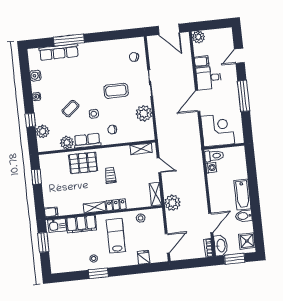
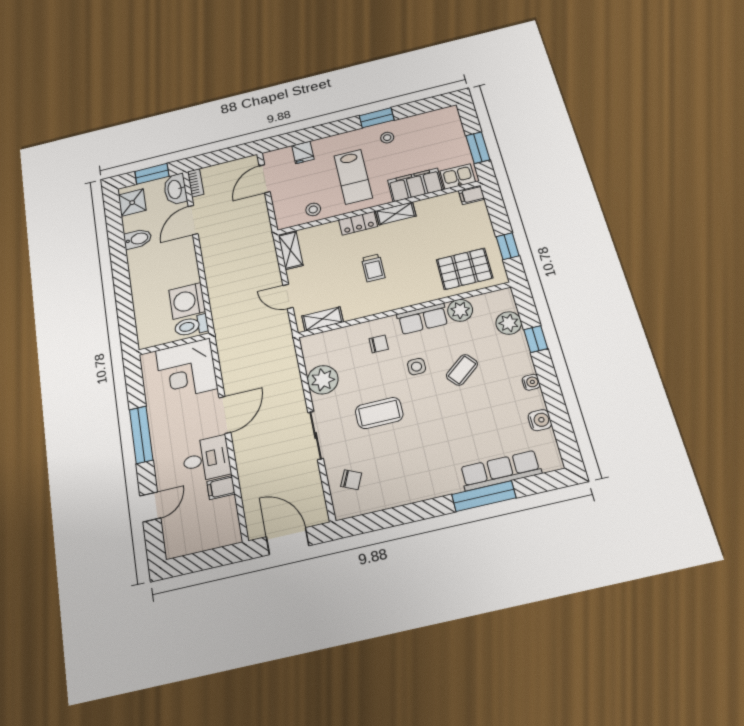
plant: (198, 37) -> (229, 533), removed
pallet: (83, 163) -> (465, 269), moved
washing machine: (211, 168) -> (187, 301), width x1.89, depth x1.89
bathtub: (242, 195) -> (141, 271), removed
plant: (172, 203) -> (260, 241), removed

